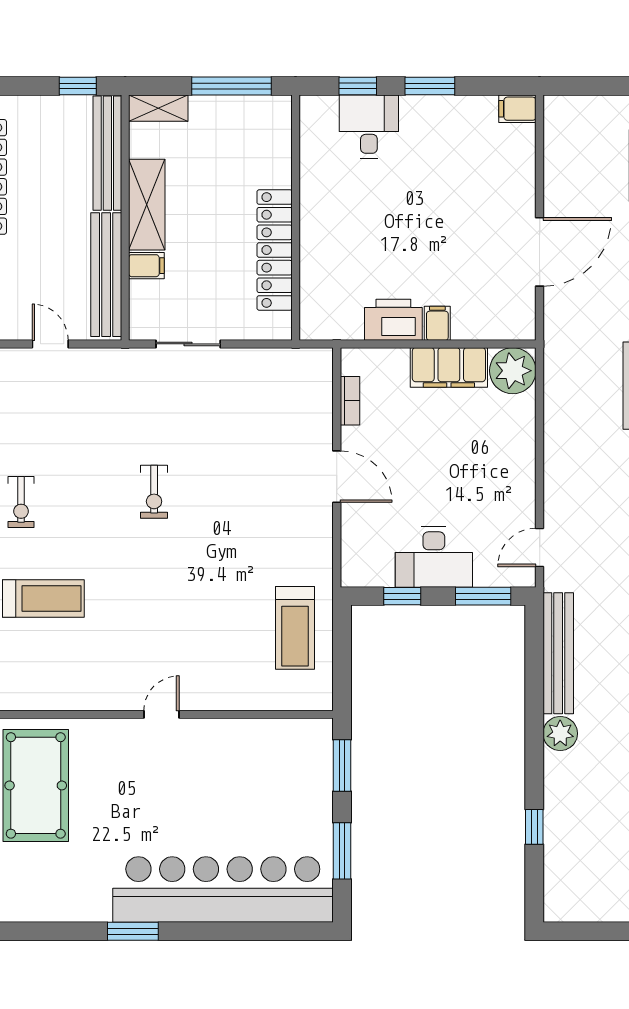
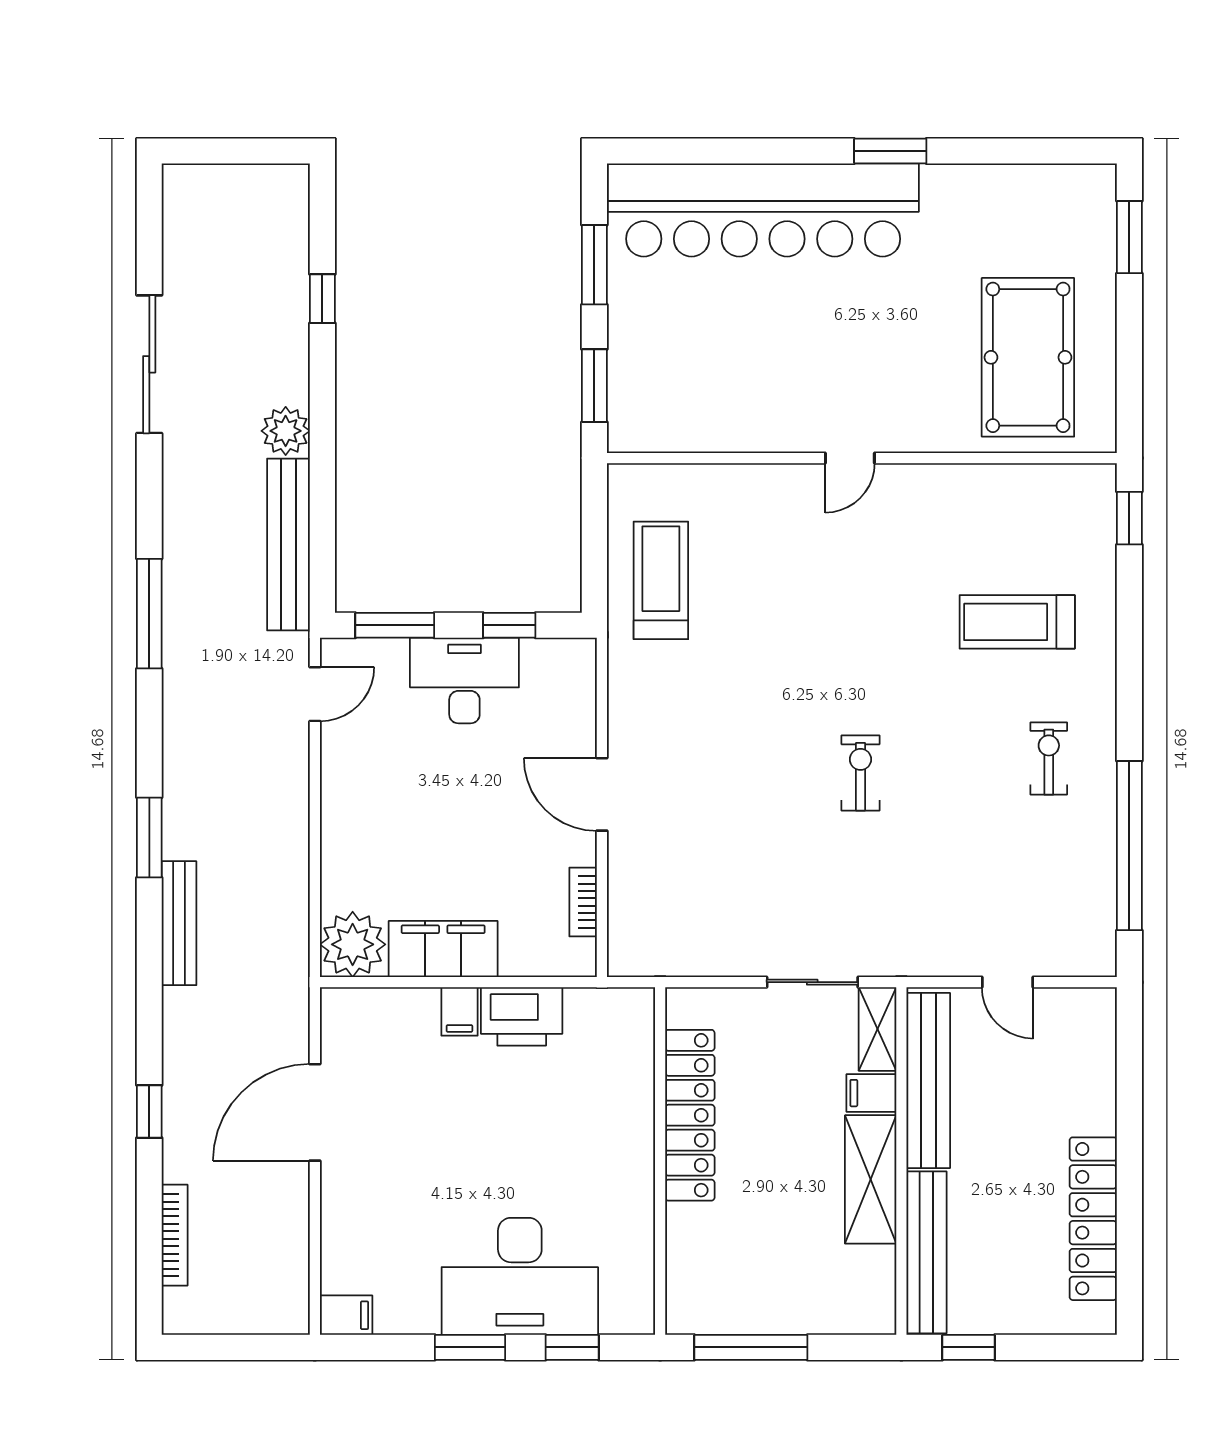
shelving: (158, 108) -> (878, 1029), moved, turned 90
desk: (369, 127) -> (520, 1276), width x1.87, depth x1.30

